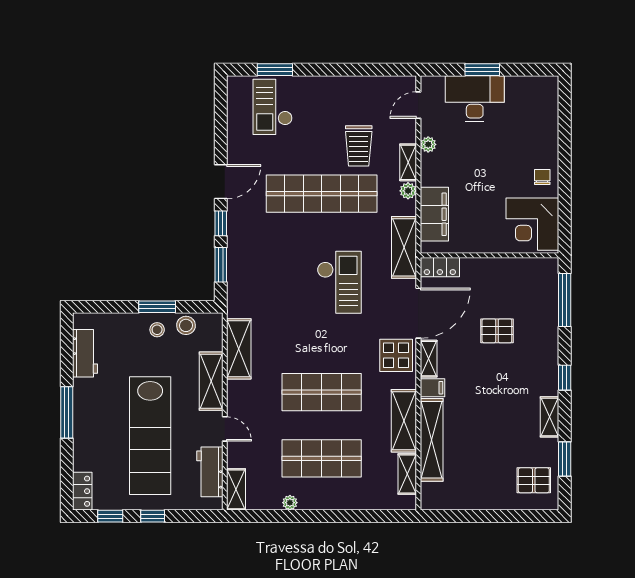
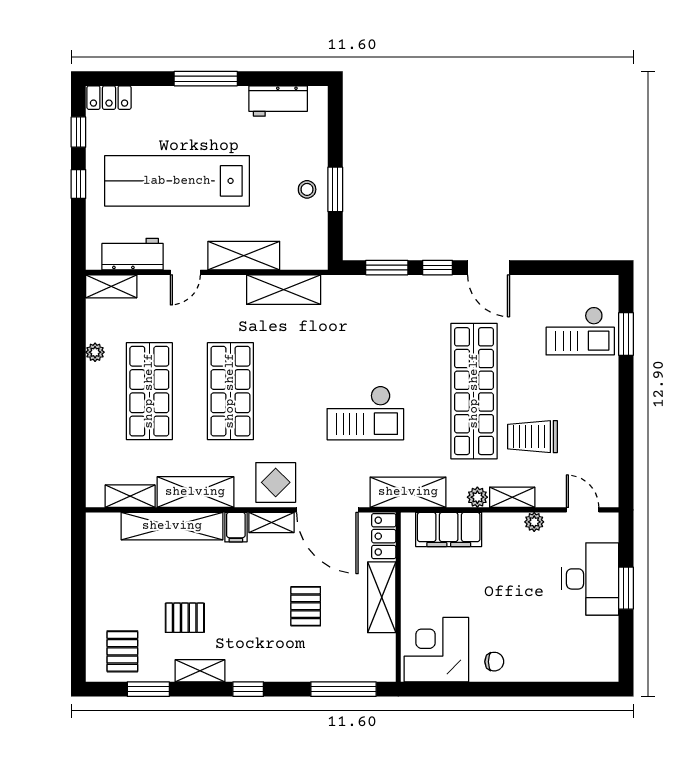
checkout: (273, 107) -> (580, 331), turned 180
shelving: (490, 269) -> (382, 597), added
stool: (186, 325) -> (312, 225), removed
pallet: (506, 429) -> (185, 618), added

